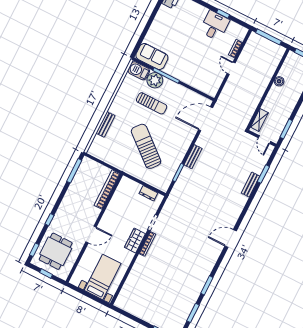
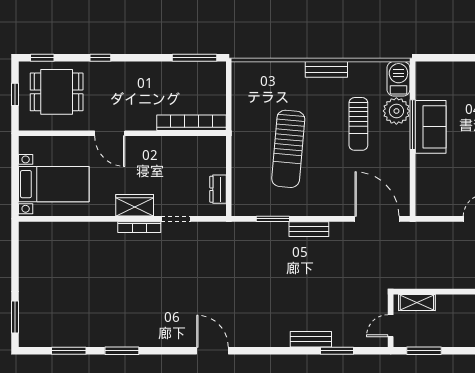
sofa: (152, 57) -> (431, 127), moved
bench: (105, 124) -> (326, 69), moved
sun lounger: (146, 146) -> (288, 149), turned 145

